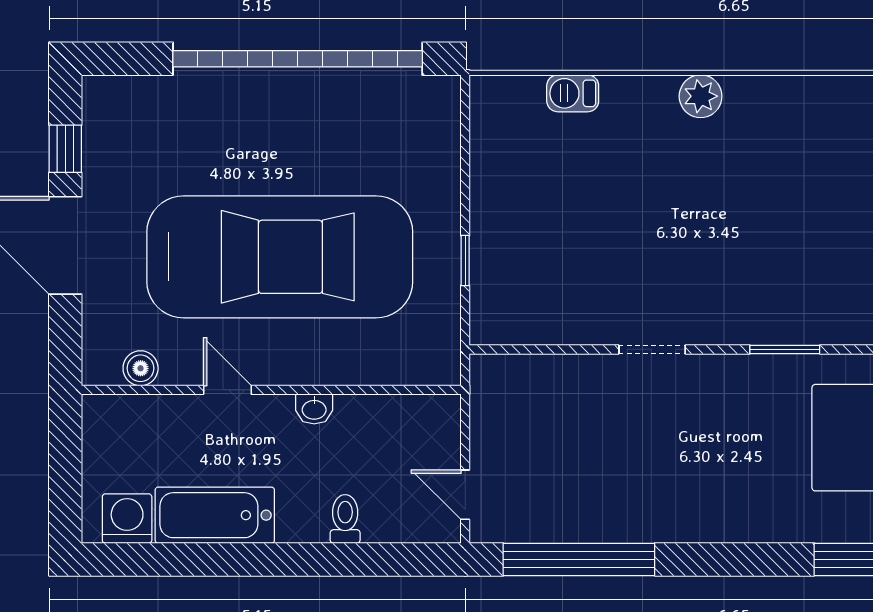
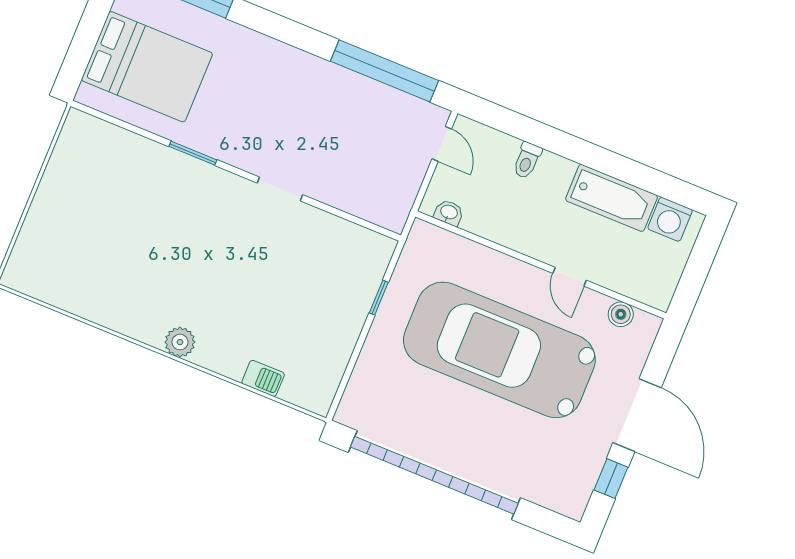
washbasin: (314, 409) -> (449, 213), moved

